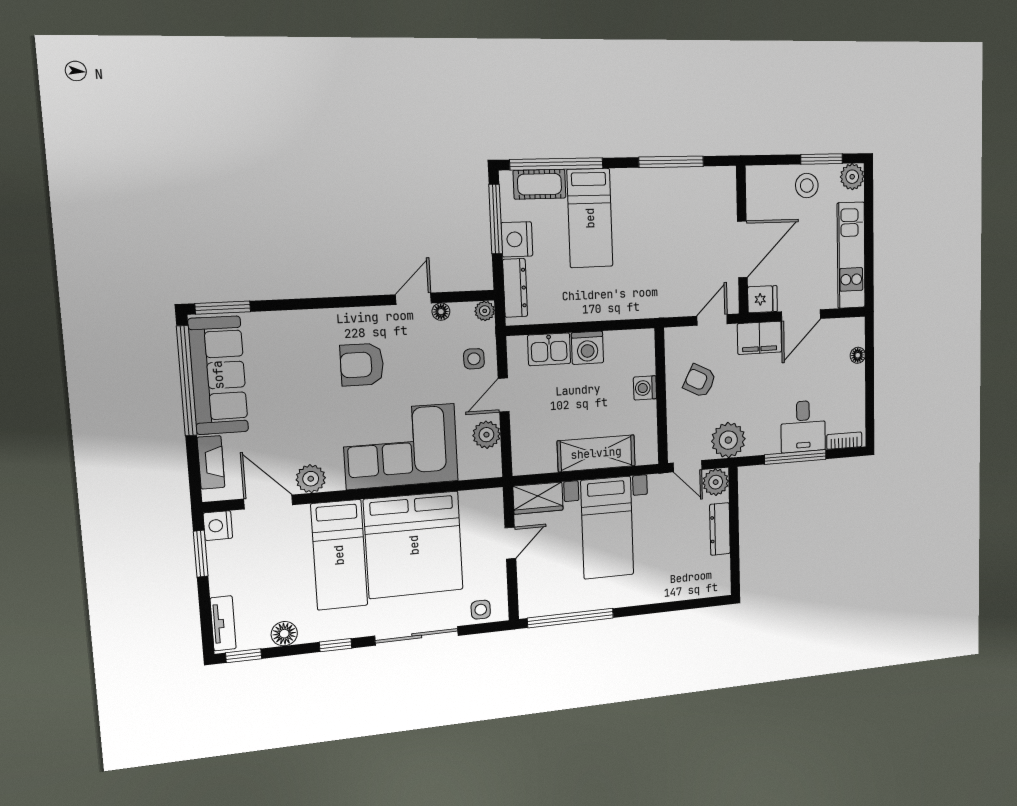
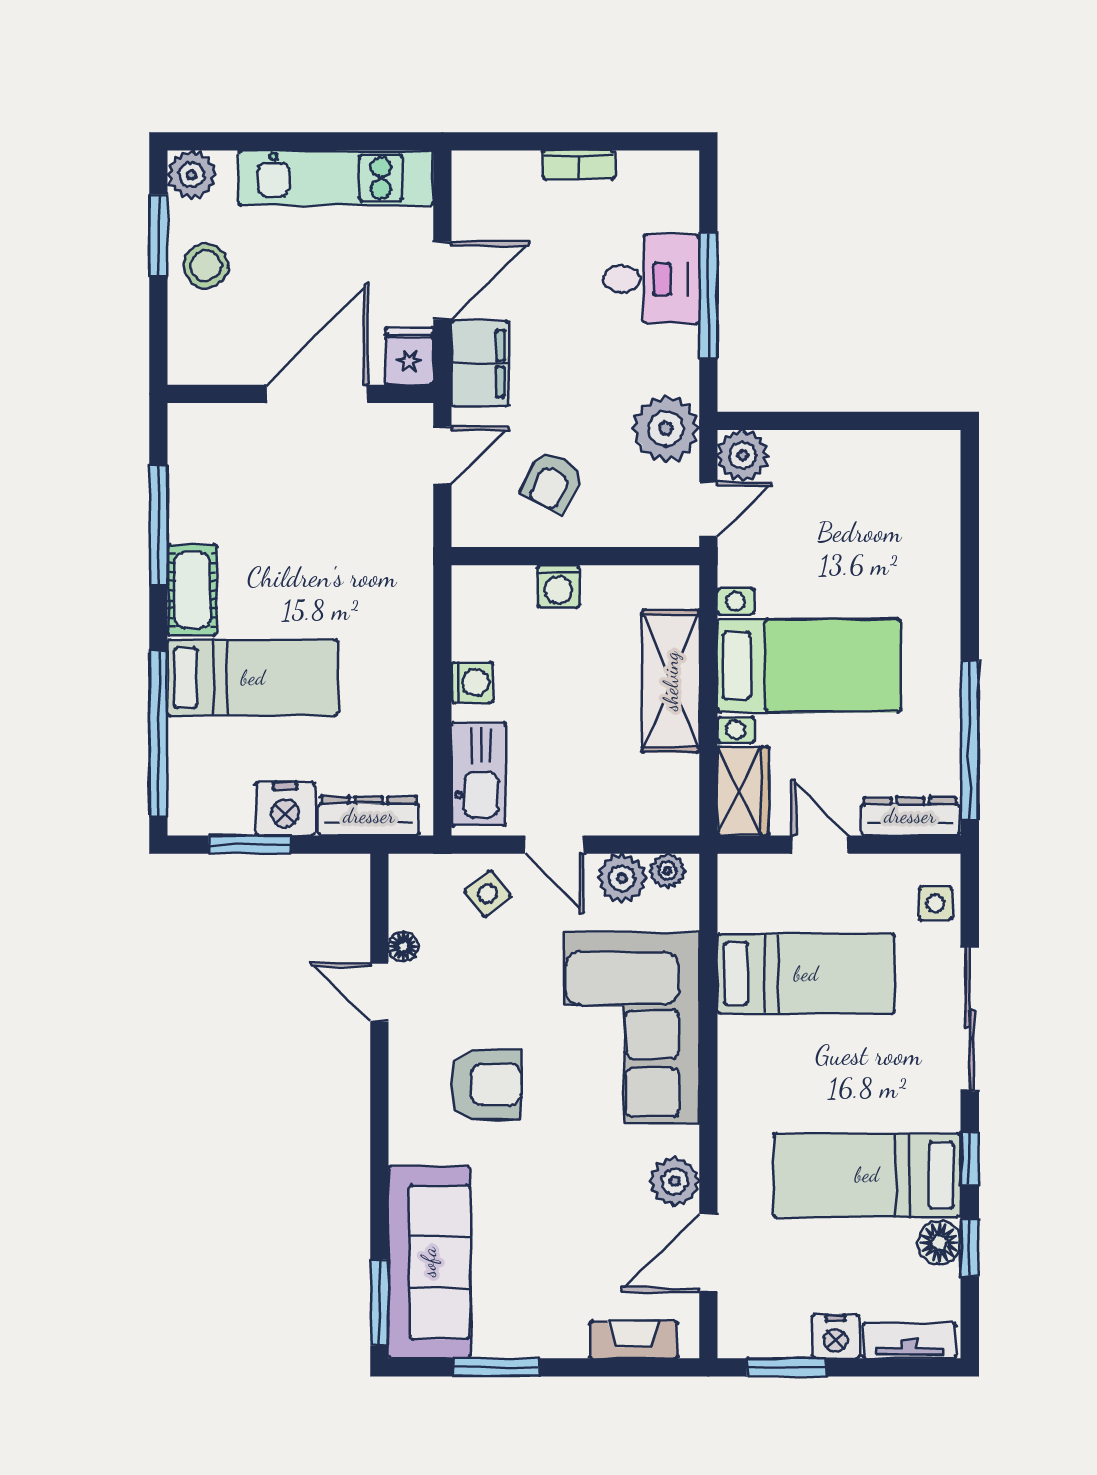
cot: (540, 184) -> (192, 590), moved
window: (496, 219) -> (249, 845), width x0.69
door: (742, 249) -> (317, 394), hinge flipped
plant: (485, 311) -> (667, 871), moved
door: (801, 315) -> (442, 281), hinge flipped
door: (712, 320) -> (442, 455), swing flipped
washing machine: (587, 348) -> (472, 683), width x0.73, depth x0.73
kitchen sink: (549, 349) -> (479, 774), width x1.38
floor lamp: (858, 355) -> (524, 166), removed
side table: (474, 359) -> (488, 894), turned -38
armchair: (362, 365) -> (486, 1085), turned -90
sofa: (218, 375) -> (429, 1262), moved, turned 90
window: (187, 381) -> (496, 1367), width x0.47
bookcase: (844, 441) -> (579, 165), moved, turned -90
nightstand: (218, 526) -> (836, 1337), moved
dresser: (720, 529) -> (910, 816), moved, turned 180
bed: (414, 545) -> (806, 974), width x0.49
bed: (339, 555) -> (867, 1175), moved, turned 180
window: (244, 656) -> (970, 1247), moved

